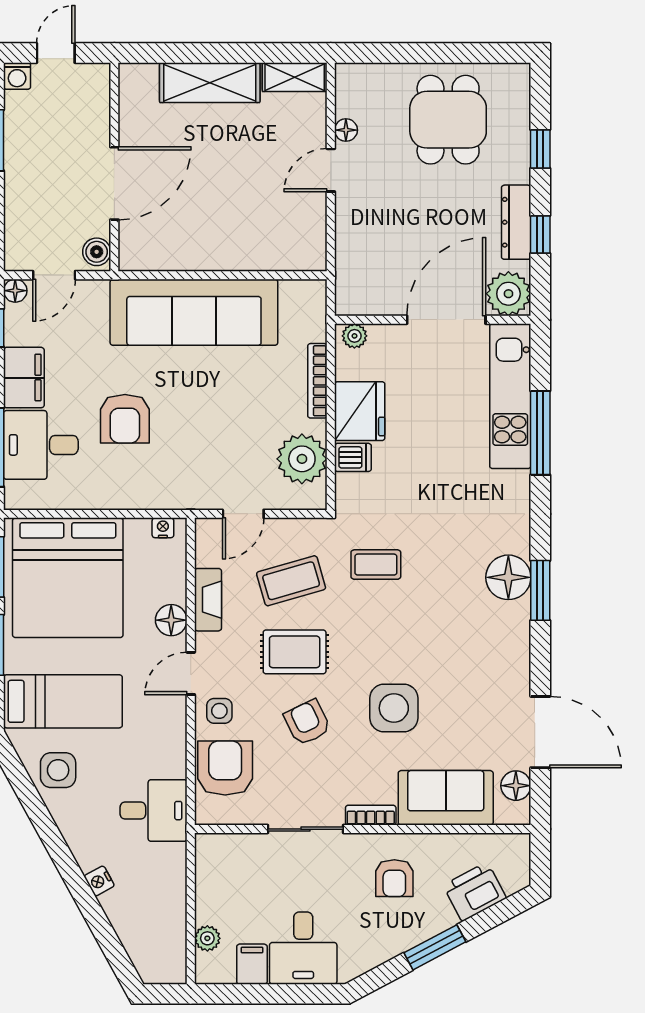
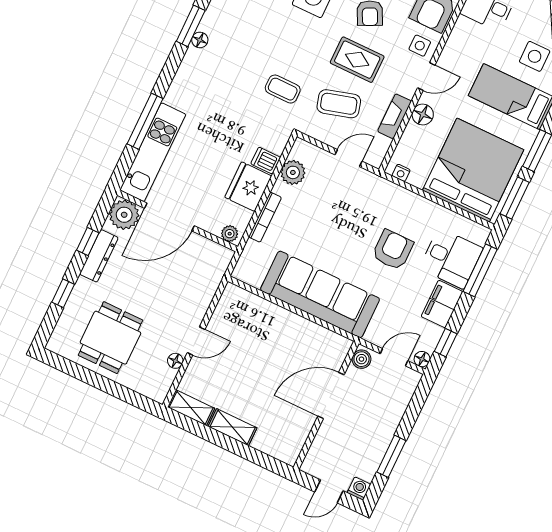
shelving: (210, 83) -> (233, 427), width x0.67, depth x0.75
plant: (302, 459) -> (293, 172), width x0.73, depth x0.73
floor lamp: (508, 577) -> (200, 40), width x0.53, depth x0.53

